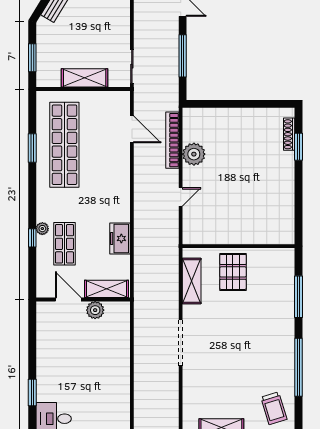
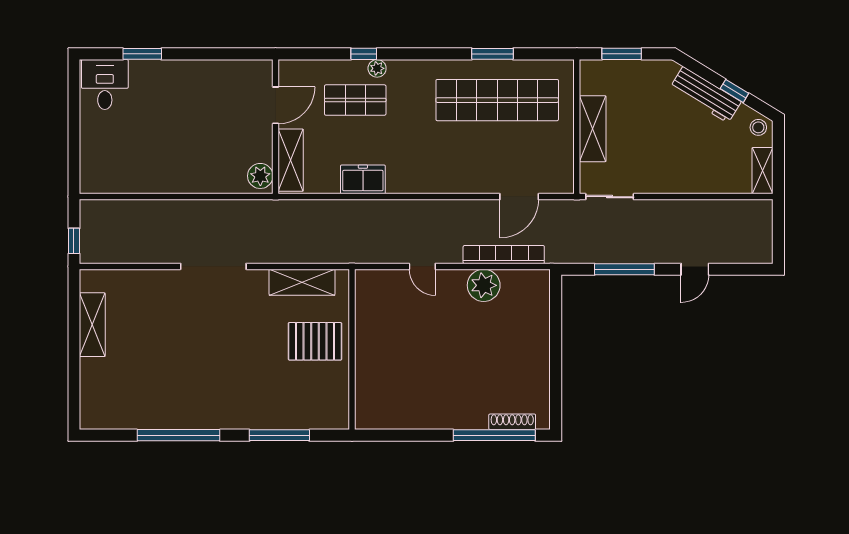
window: (299, 147) -> (494, 435), width x2.11
plant: (95, 310) -> (260, 176), moved
trolley: (274, 408) -> (120, 400), removed

